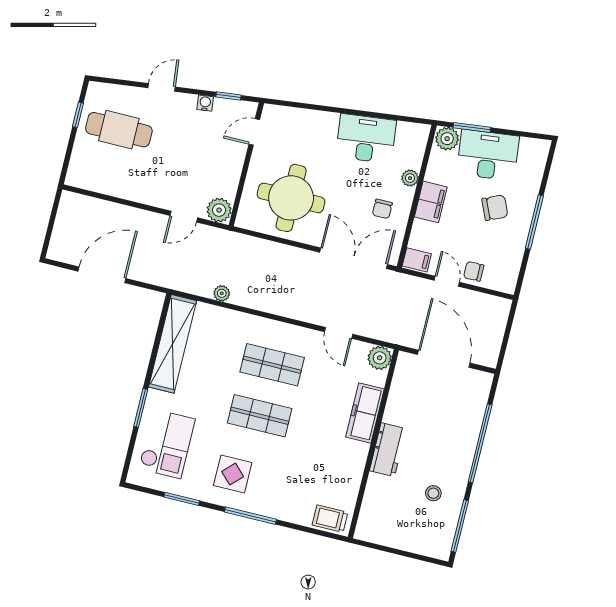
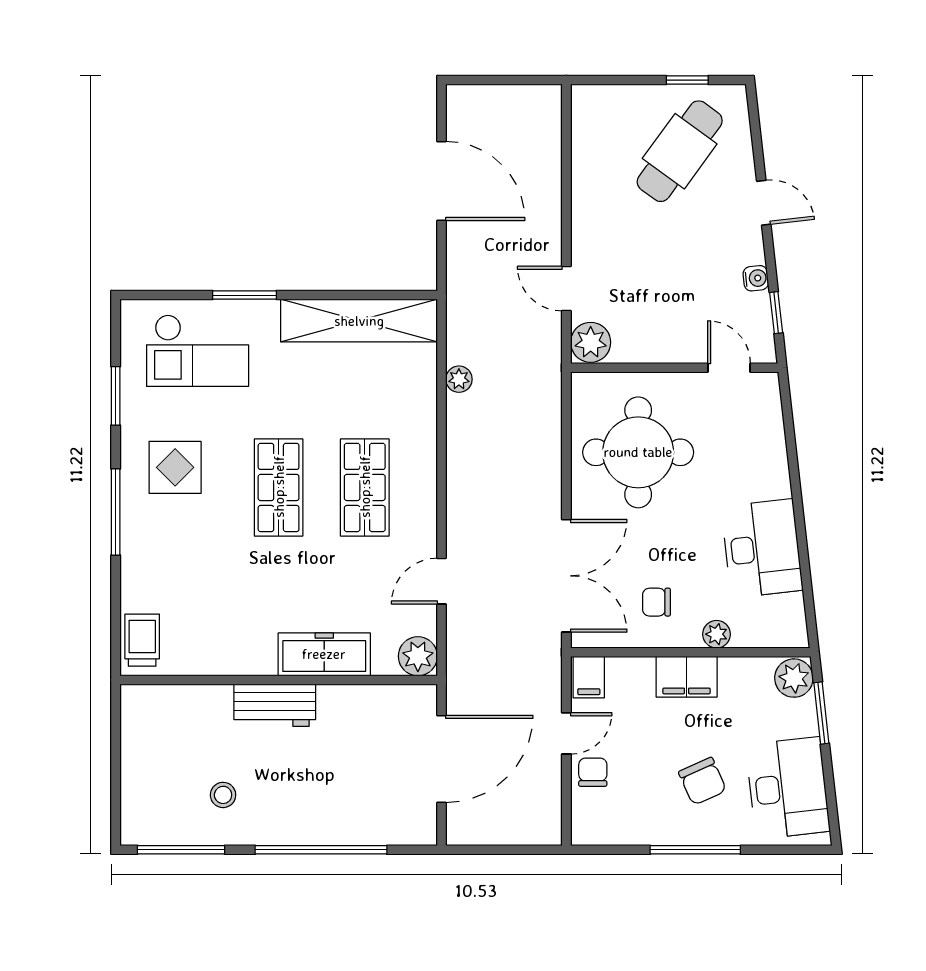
cafe table: (119, 130) -> (680, 151), turned 36
desk: (488, 155) -> (788, 788), moved

